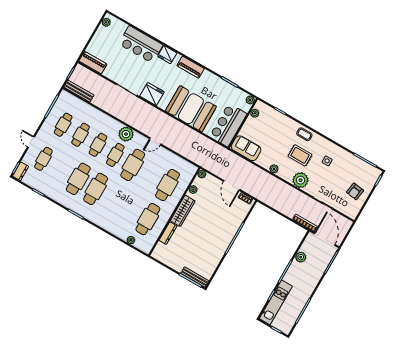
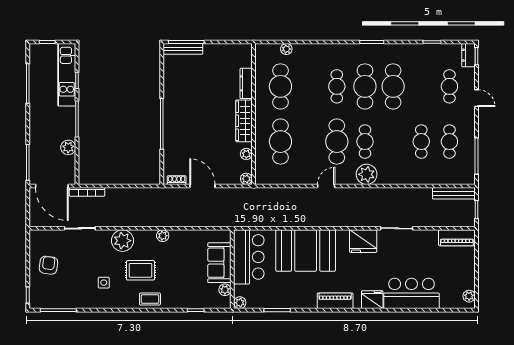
cafe table: (98, 145) -> (337, 86), moved
sofa: (246, 148) -> (219, 263), moved, turned 90

